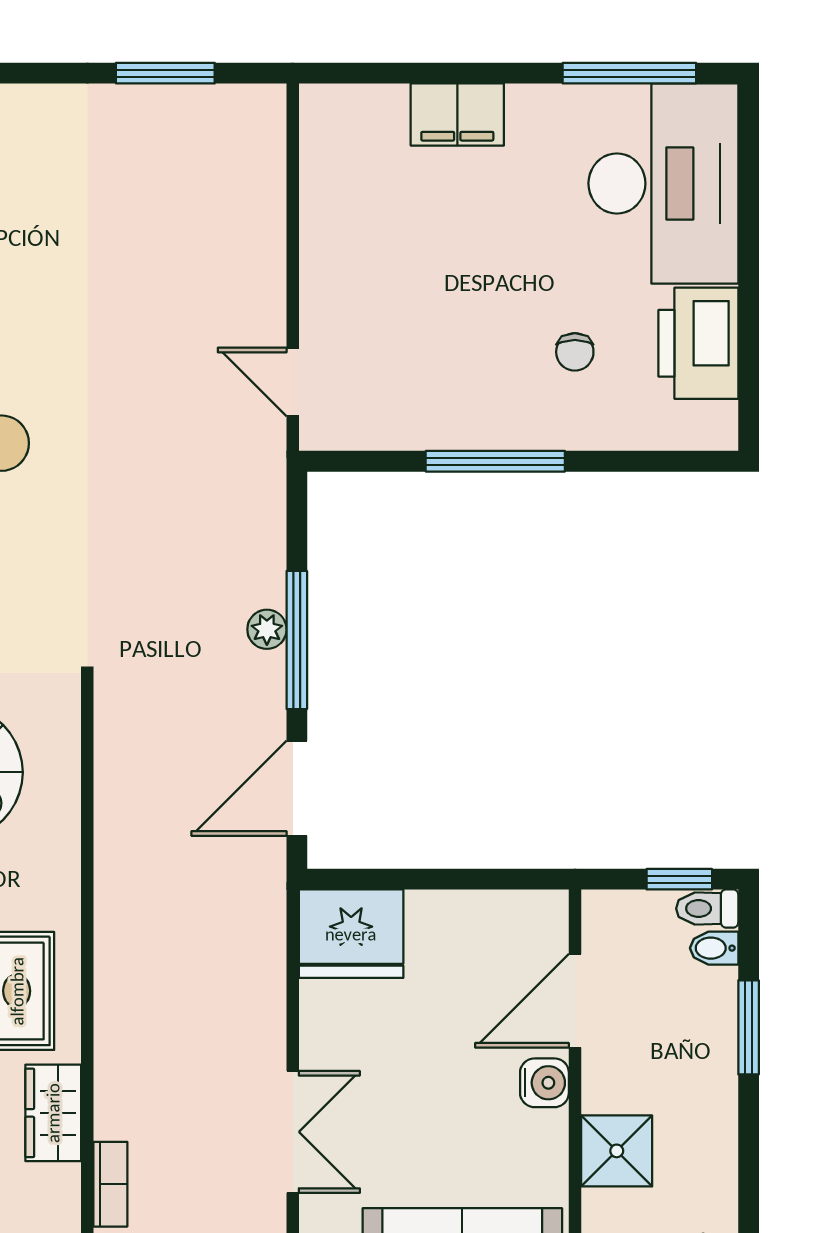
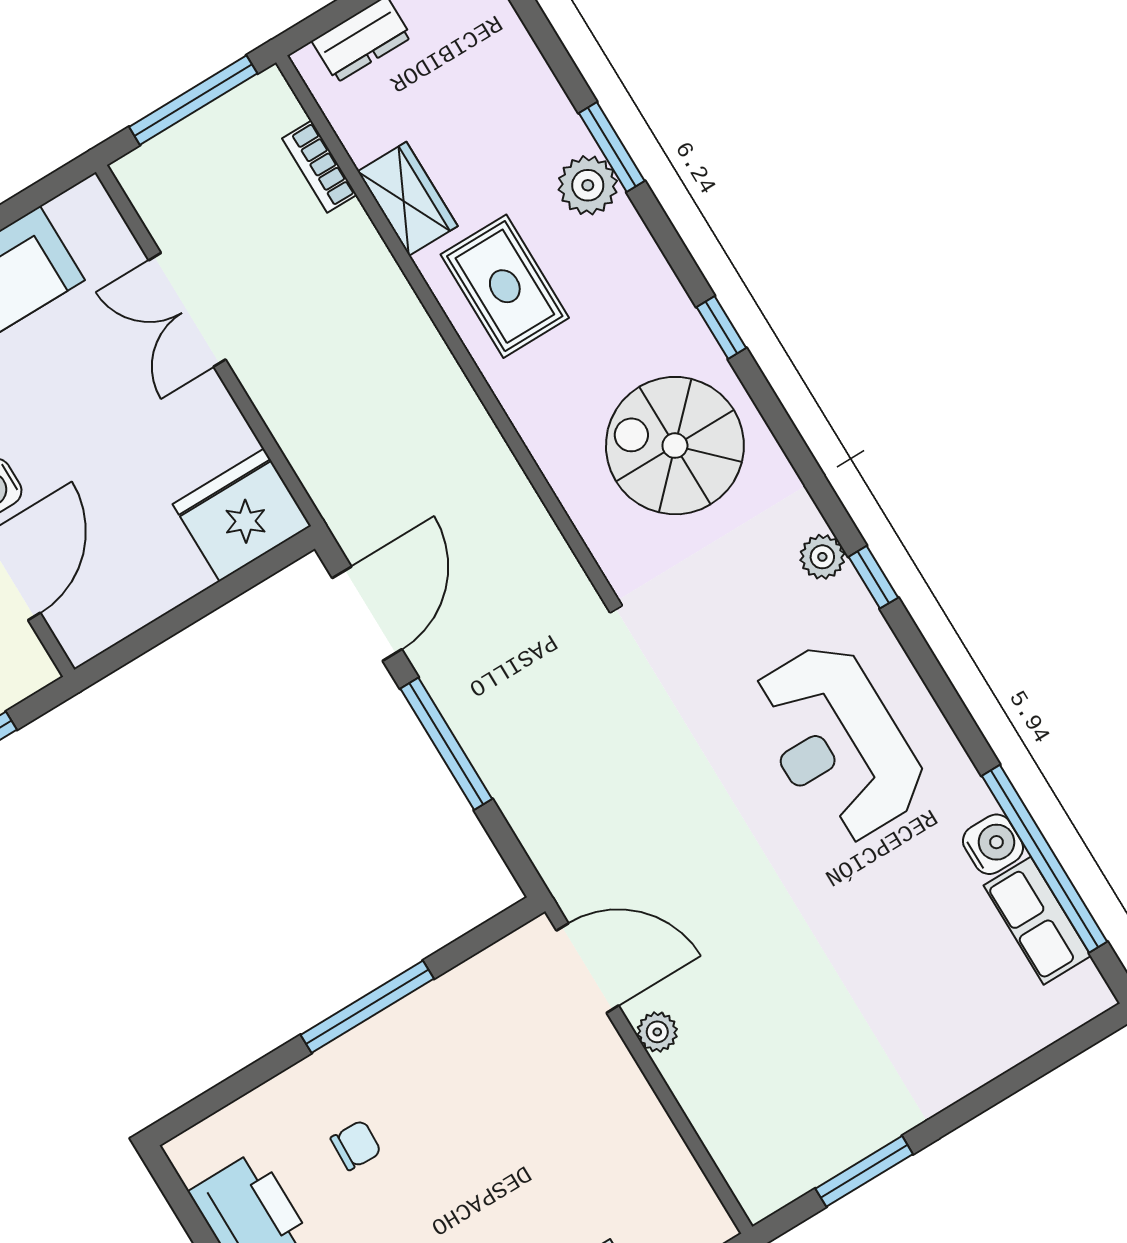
chair: (575, 352) -> (356, 1145), turned 92
door: (293, 382) -> (587, 968), width x1.38
plant: (267, 629) -> (657, 1032), moved

